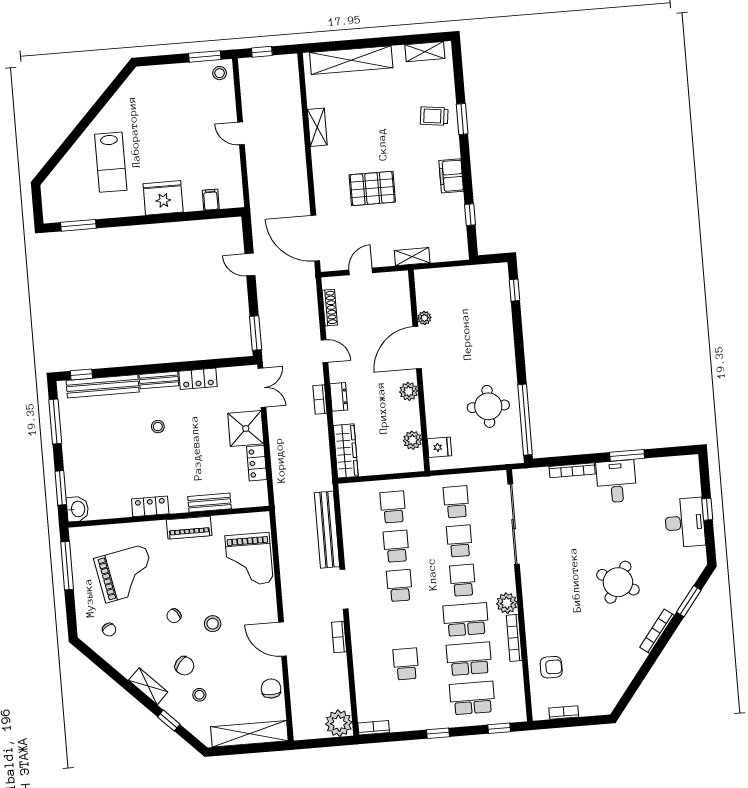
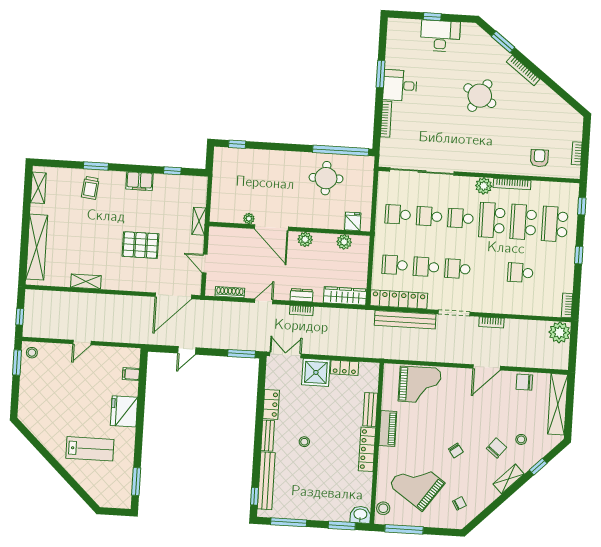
pallet: (372, 188) -> (140, 245), turned 90
locker: (150, 506) -> (367, 449), width x1.53
locker: (351, 518) -> (399, 299), added
grand piano: (126, 574) -> (417, 484), turned -44
stool: (213, 624) -> (383, 508), moved

